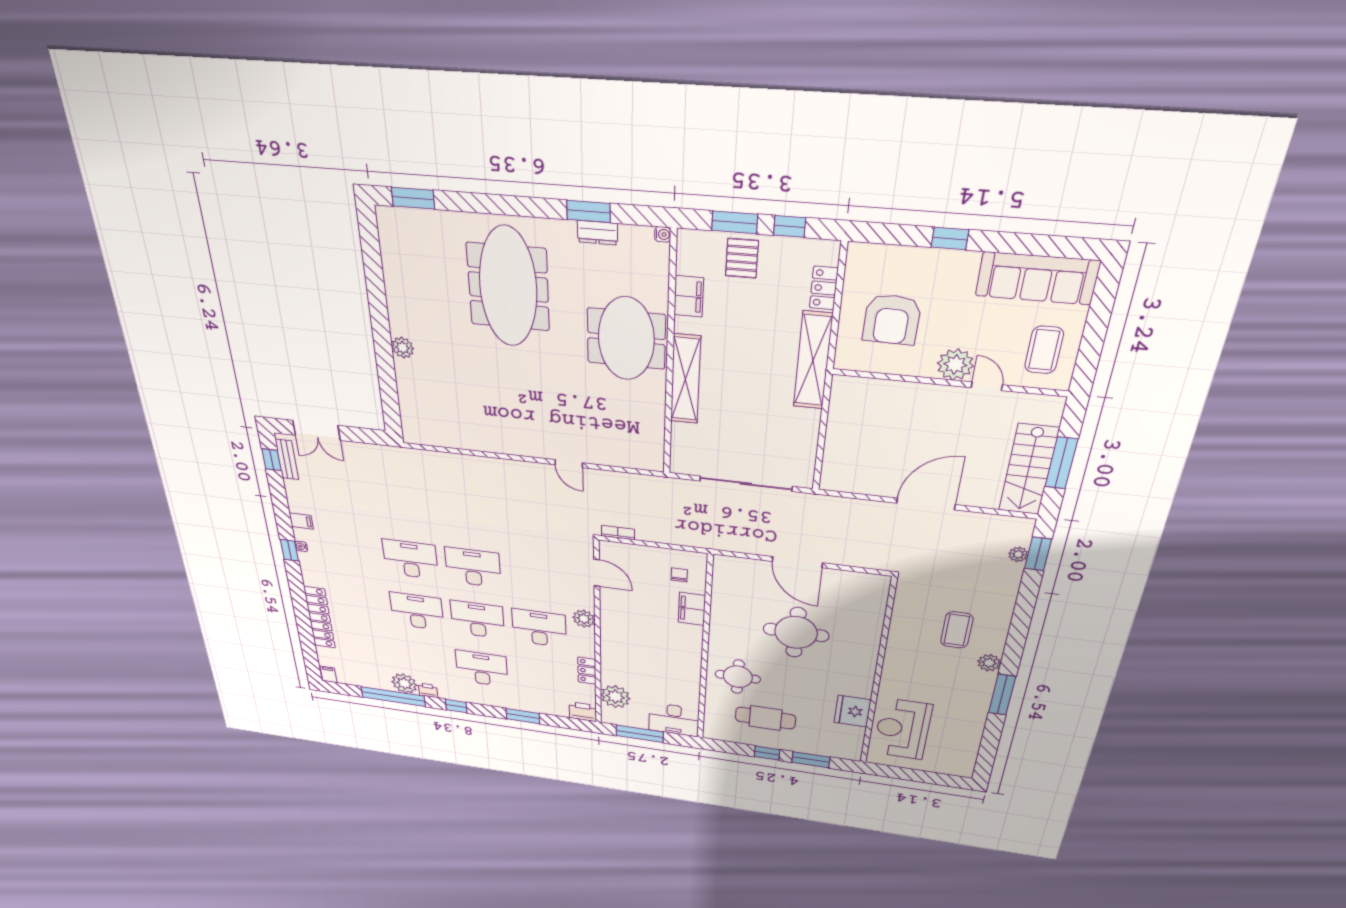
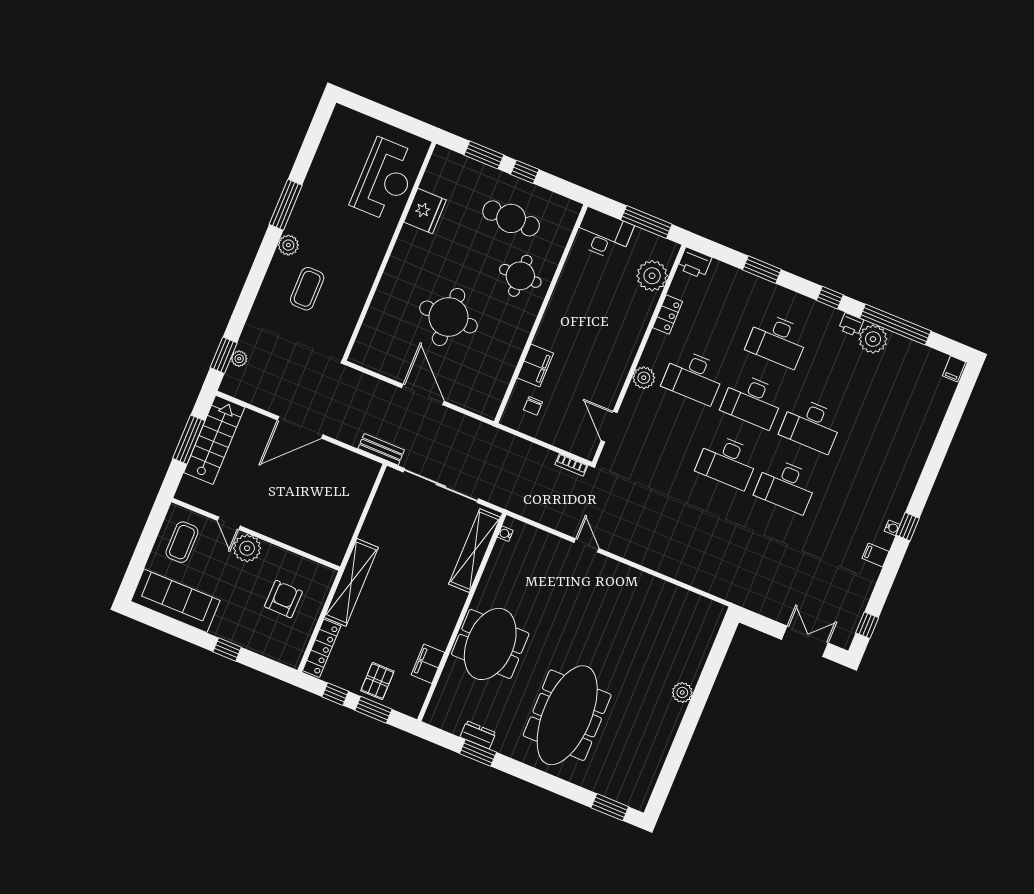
water cooler: (663, 234) -> (505, 534), moved
locker: (824, 288) -> (322, 648), width x1.53
armchair: (892, 320) -> (283, 599), width x0.73, depth x0.73
shelving: (685, 379) -> (475, 551), moved
bench: (287, 459) -> (381, 449), moved, turned 90
locker: (320, 617) -> (922, 442), removed

